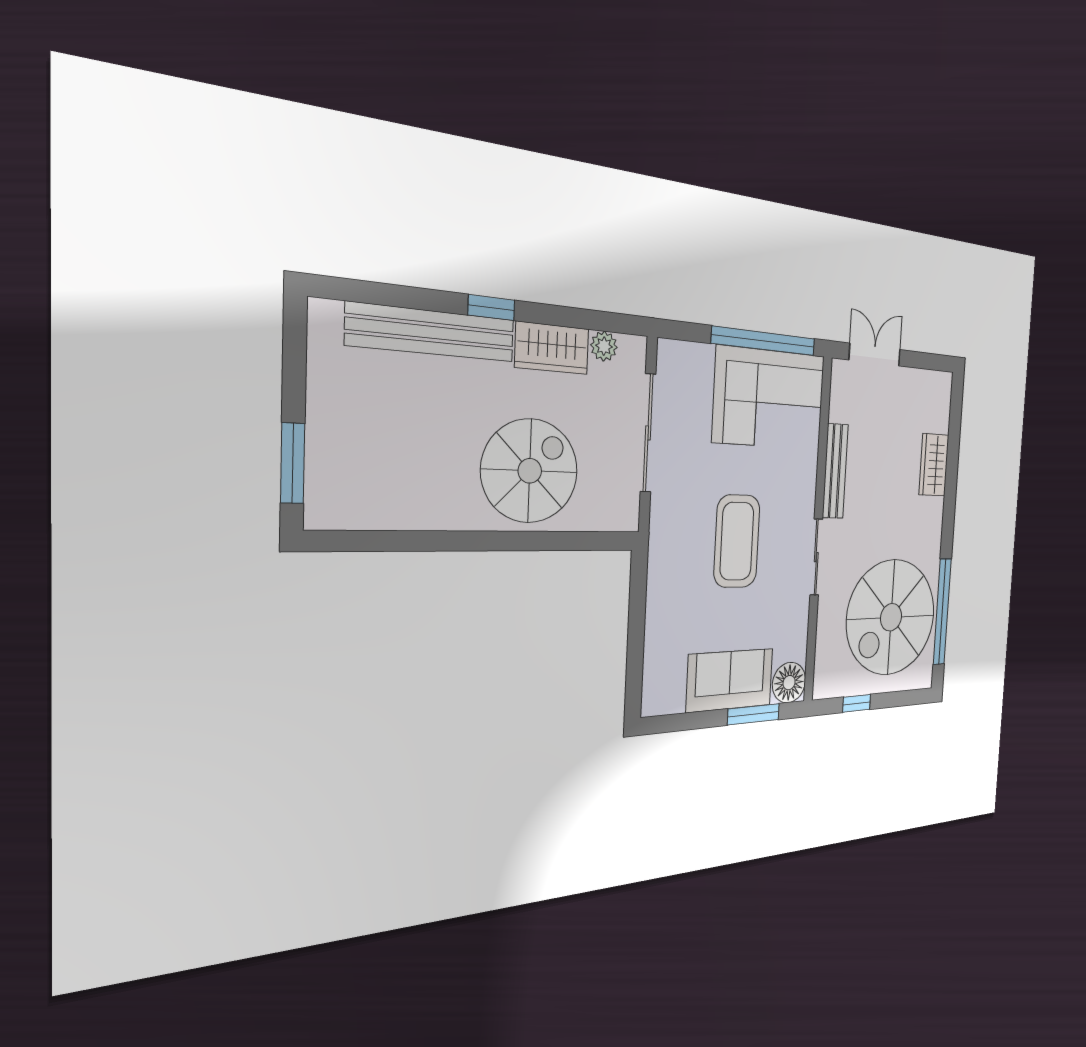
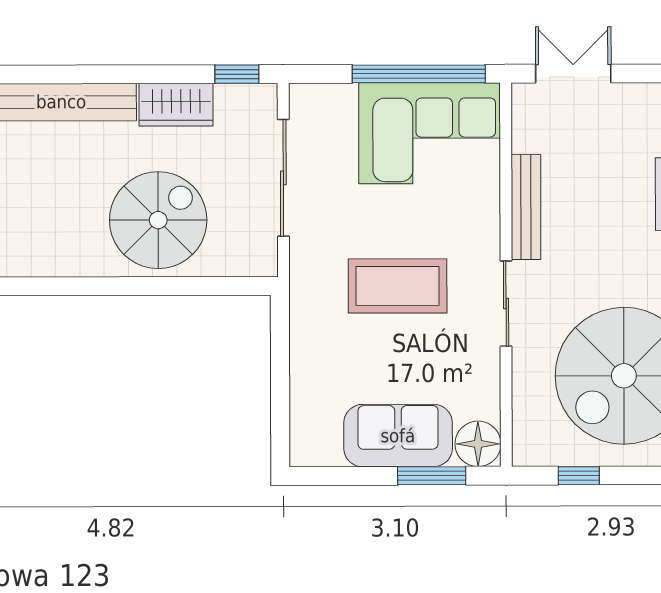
window: (491, 308) -> (237, 74), moved
plant: (604, 346) -> (230, 98), removed
coffee table: (737, 541) -> (398, 286), turned 90

